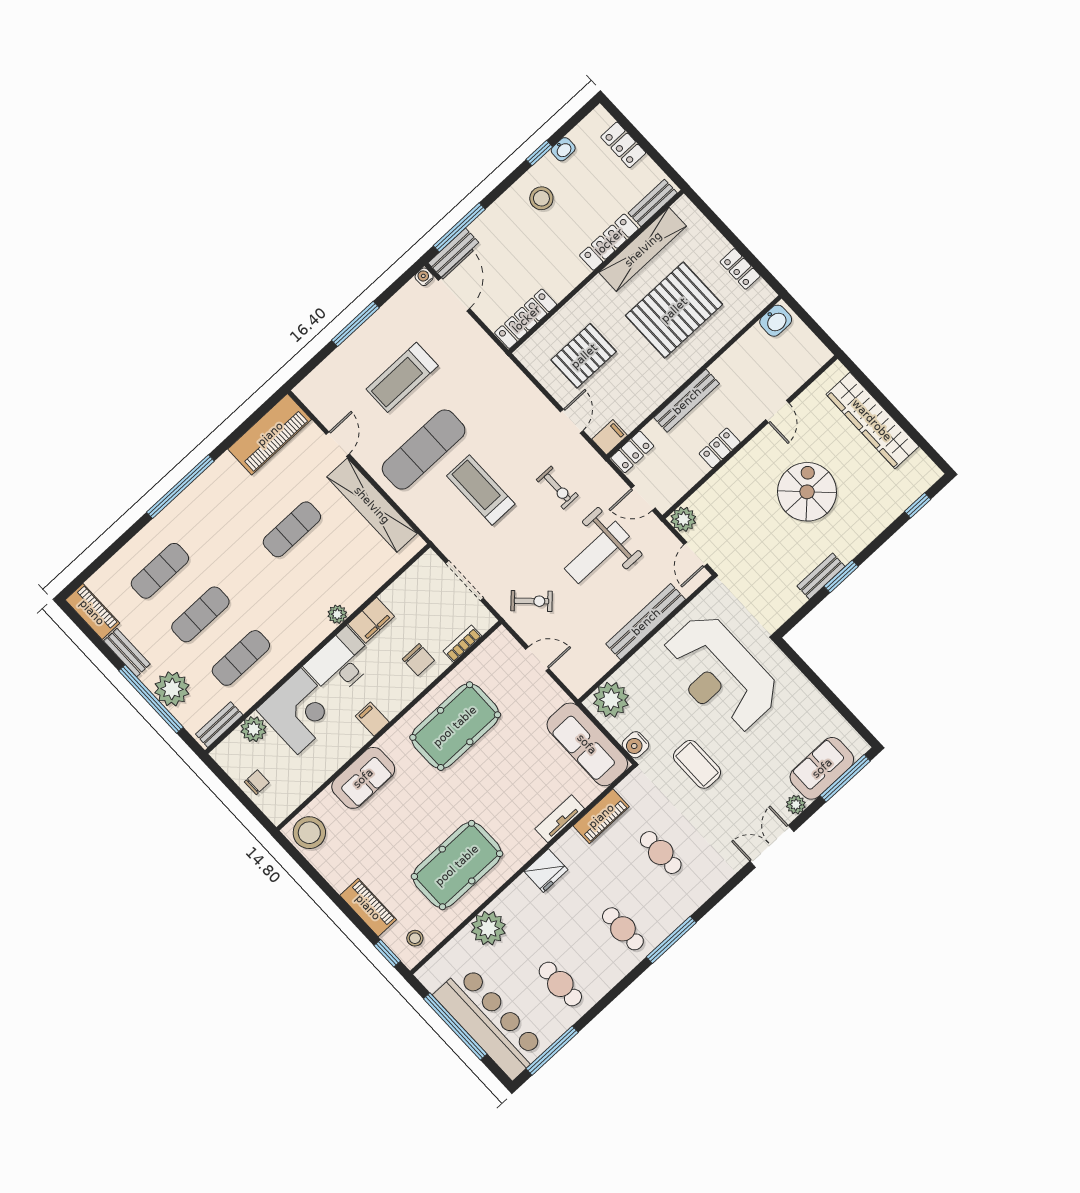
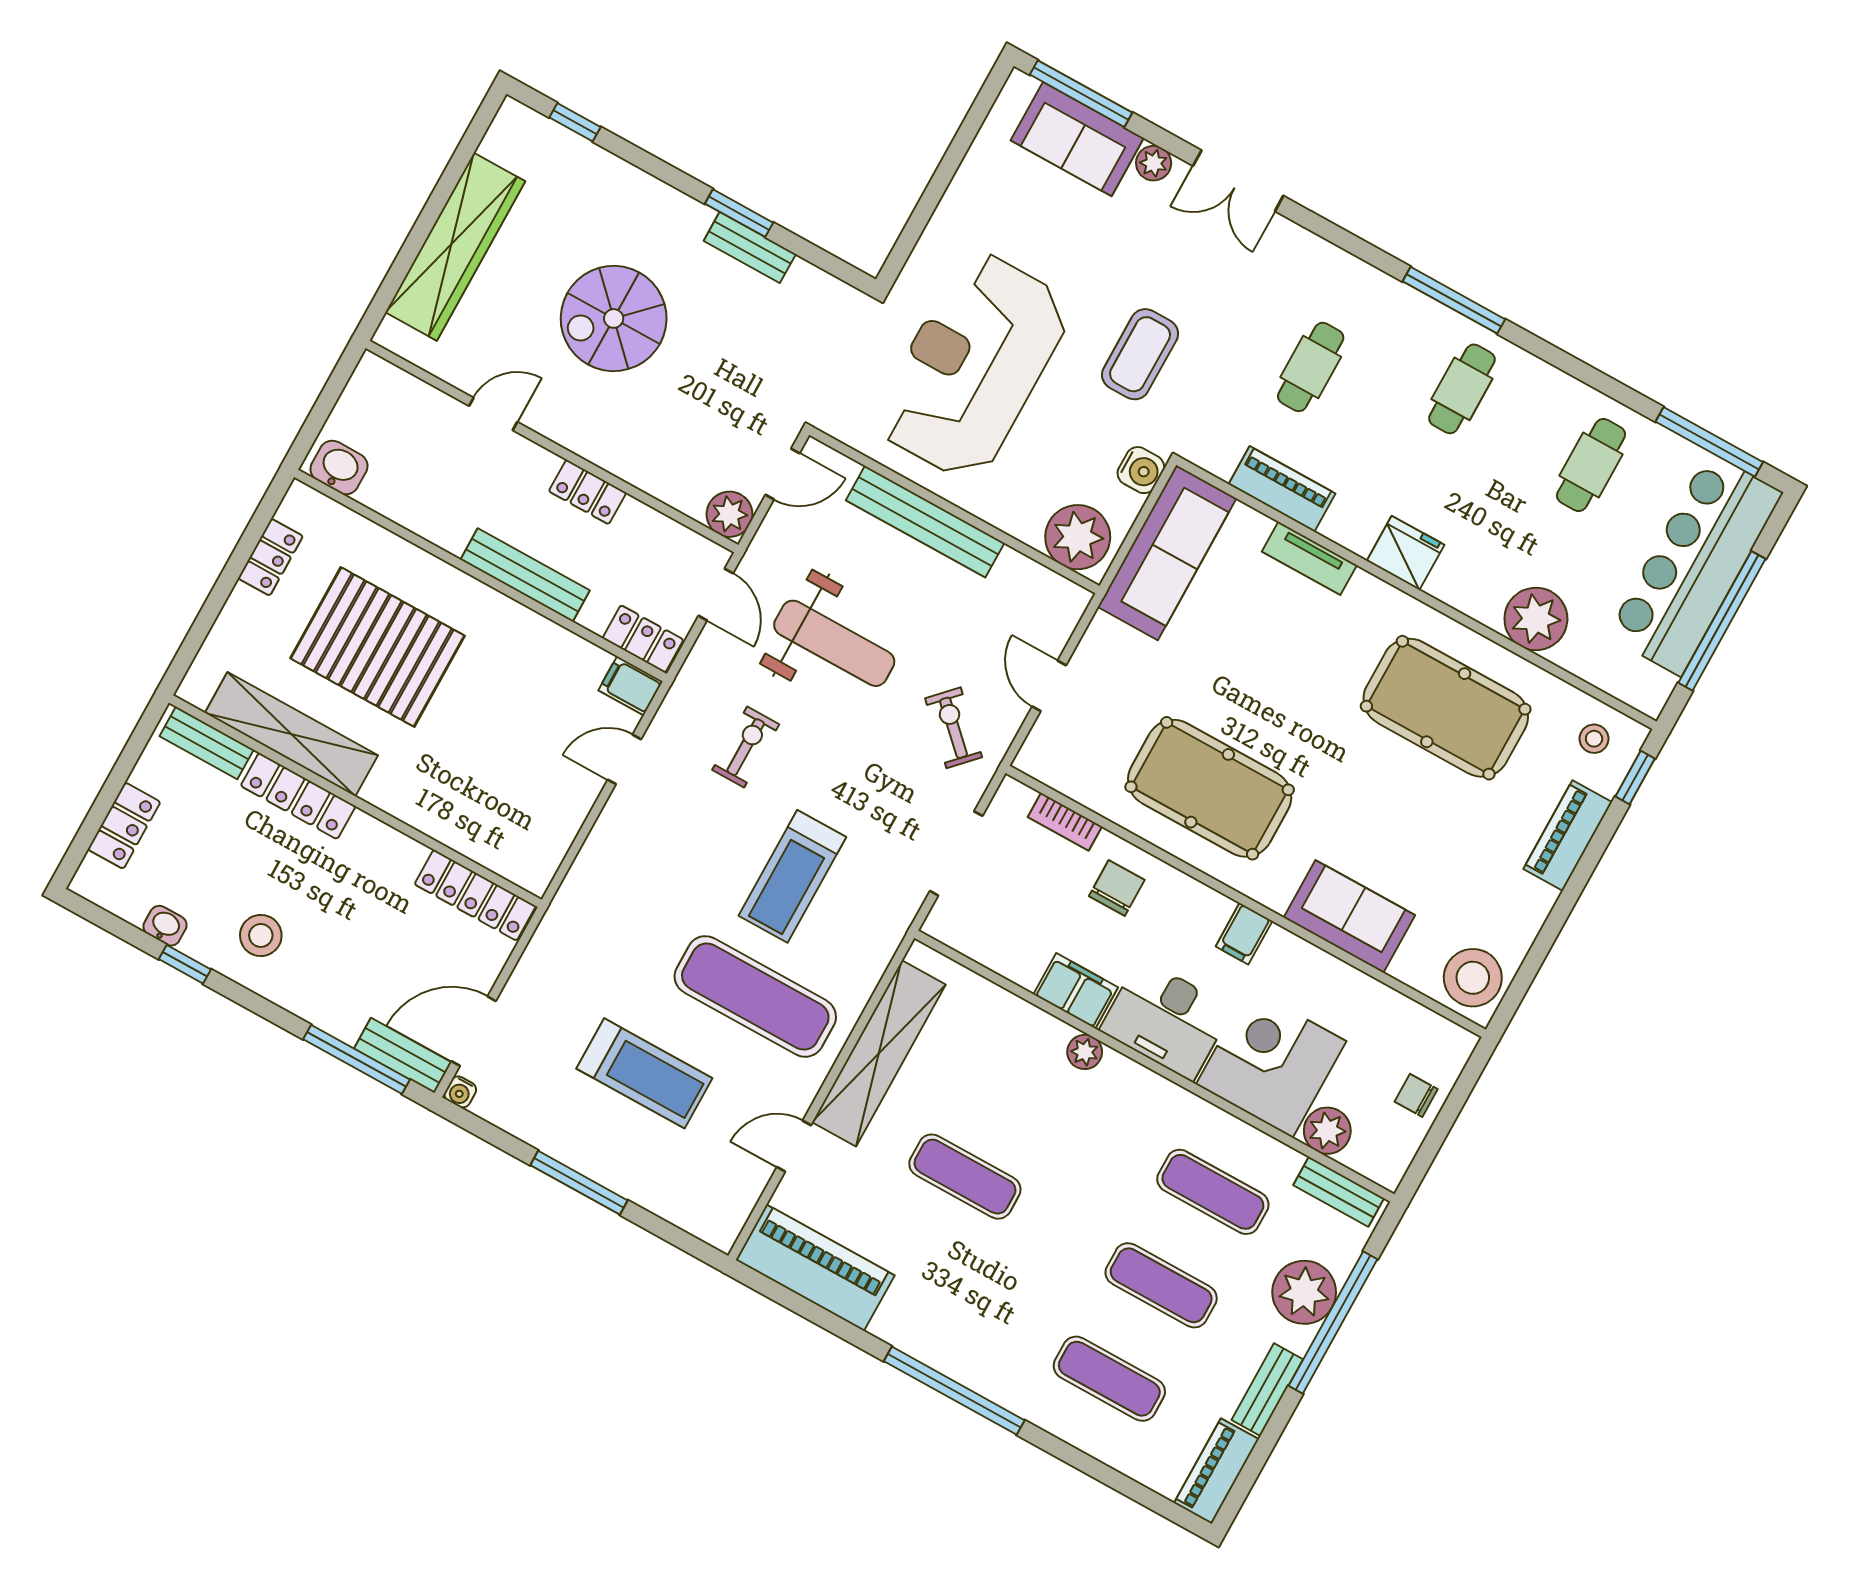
pallet: (584, 356) -> (506, 776), removed
reception desk: (720, 674) -> (973, 366), turned 180

